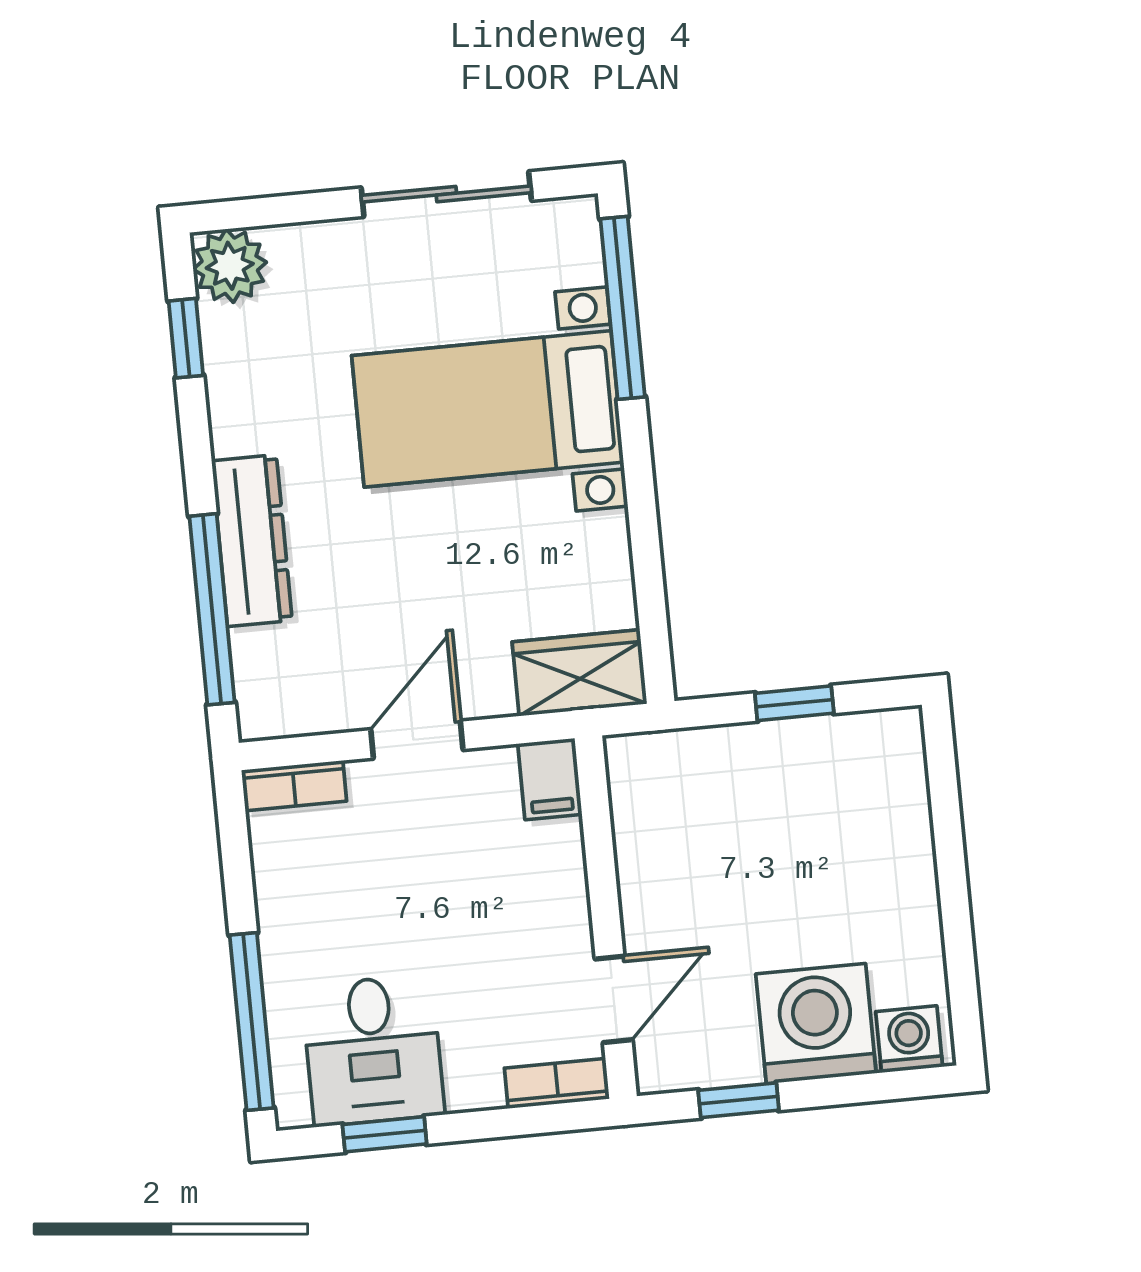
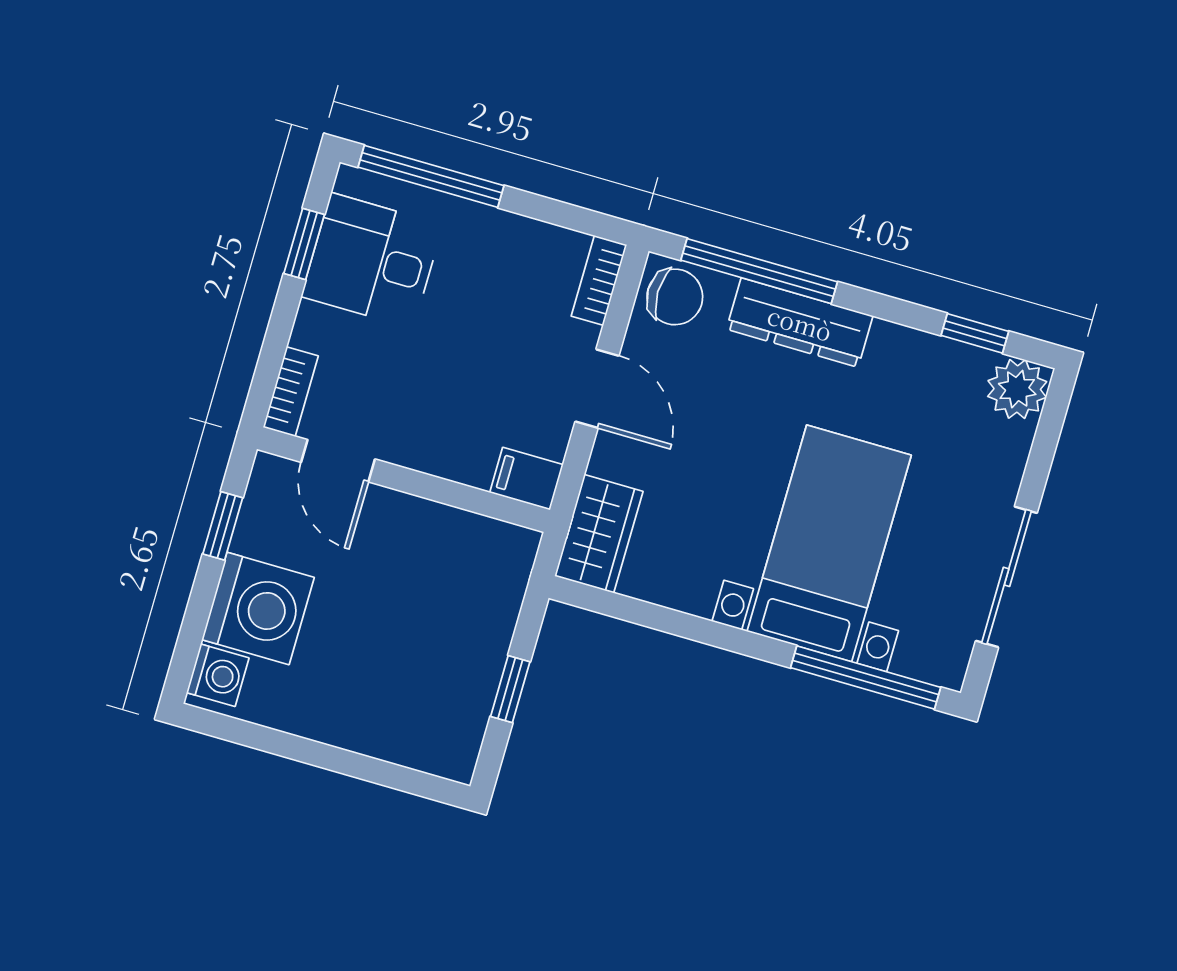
chair: (279, 693) -> (675, 297), added

